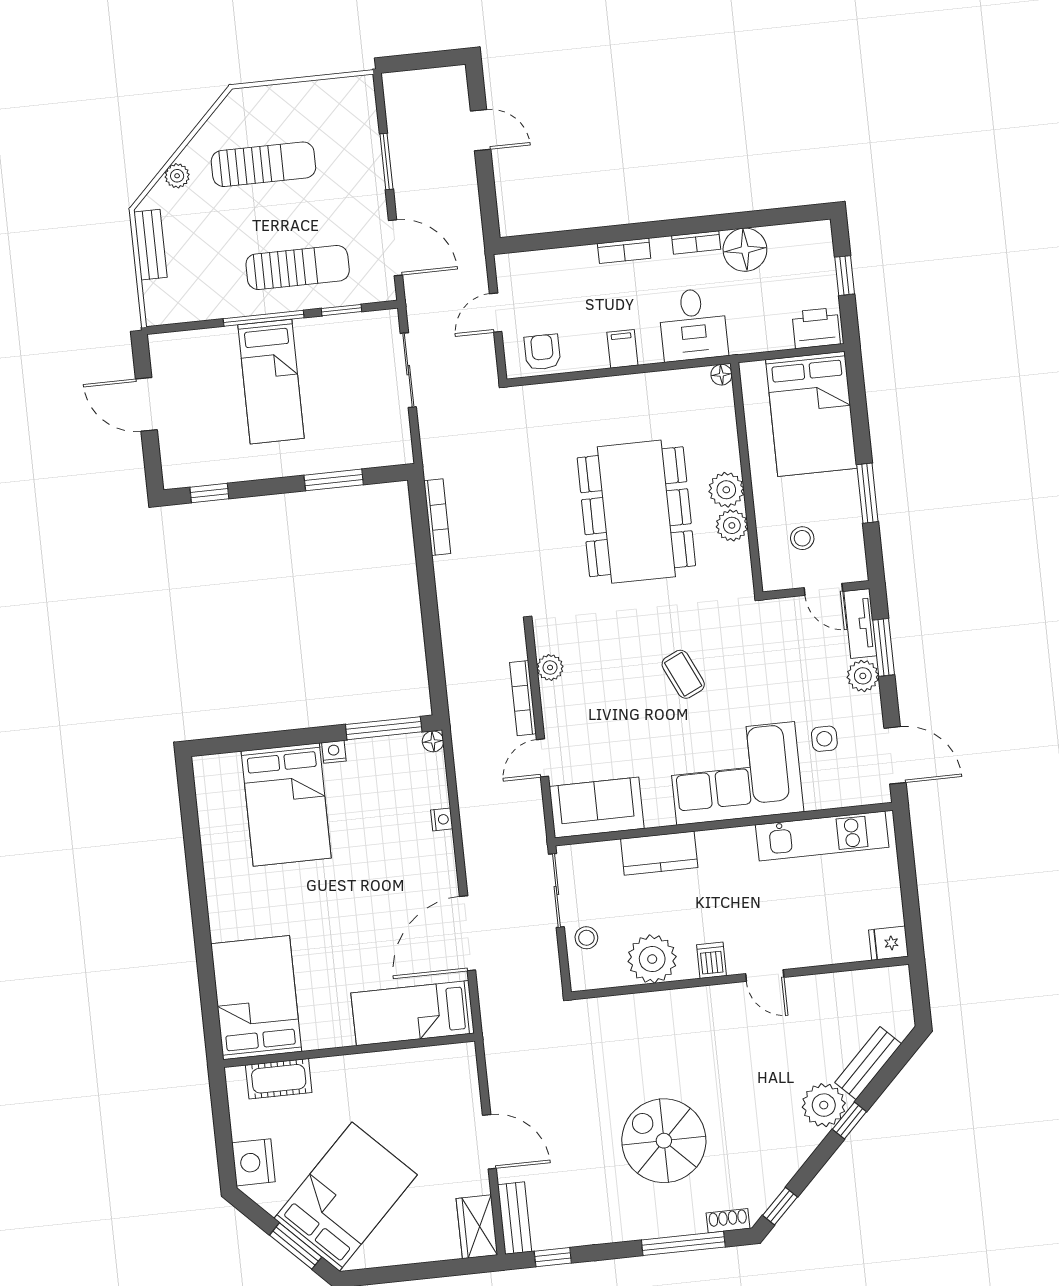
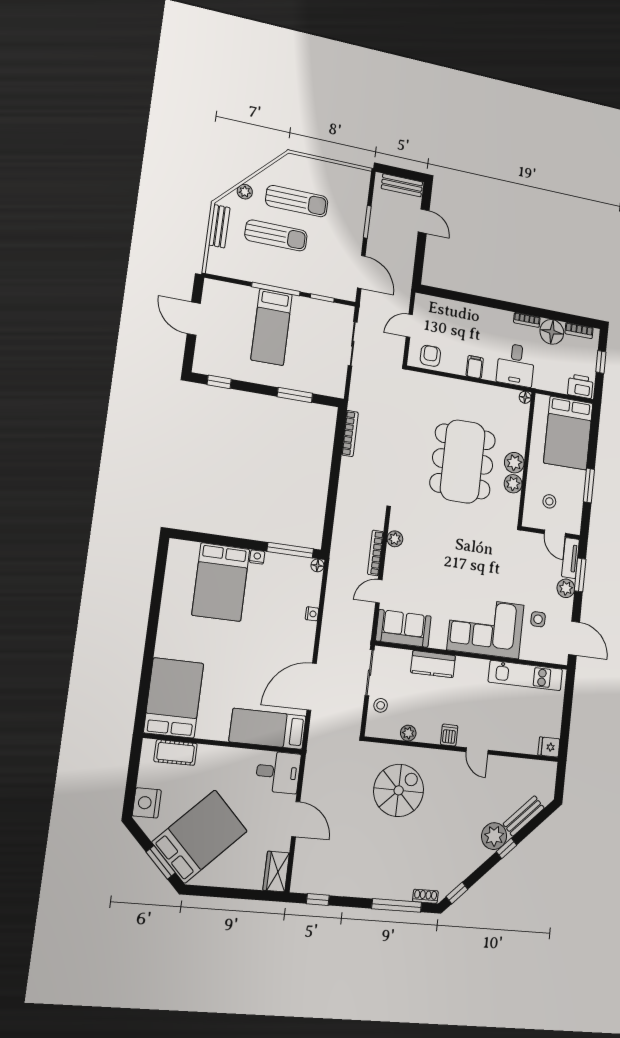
bookcase: (624, 251) -> (579, 331), moved
sun lounger: (298, 267) -> (276, 235), moved
coffee table: (683, 674) -> (469, 562), removed
plant: (652, 959) -> (408, 733), width x0.53, depth x0.53
desk: (445, 1076) -> (278, 772), added
spiral stairs: (664, 1141) -> (399, 790), moved, turned 90
bench: (515, 1218) -> (402, 185), moved, turned 90

